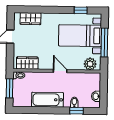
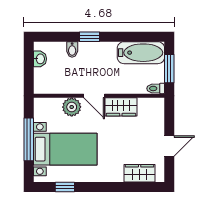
wardrobe: (27, 63) -> (121, 107), moved
plant: (90, 64) -> (72, 107), moved
bathtub: (48, 100) -> (141, 53), moved
window: (76, 111) -> (89, 37), moved

